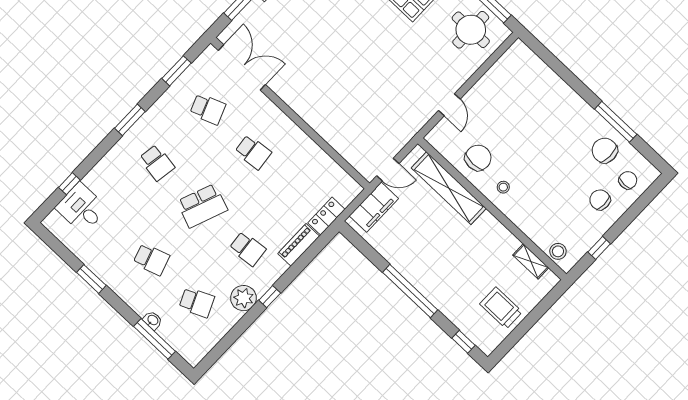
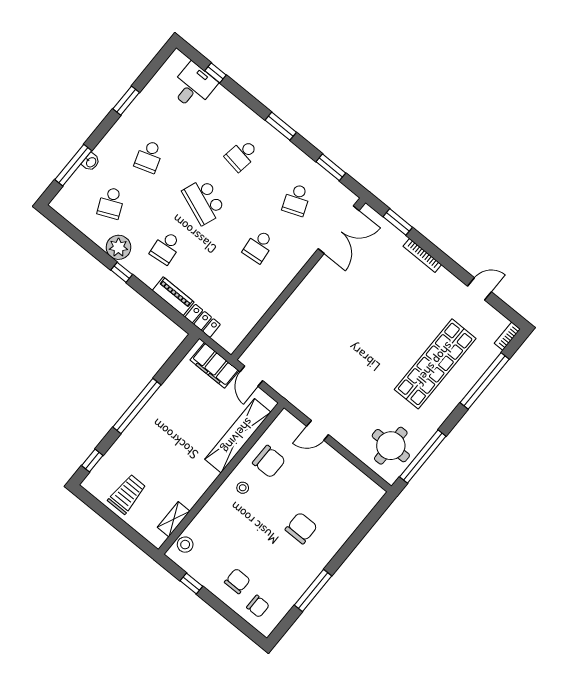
chair: (605, 150) -> (301, 528), moved

